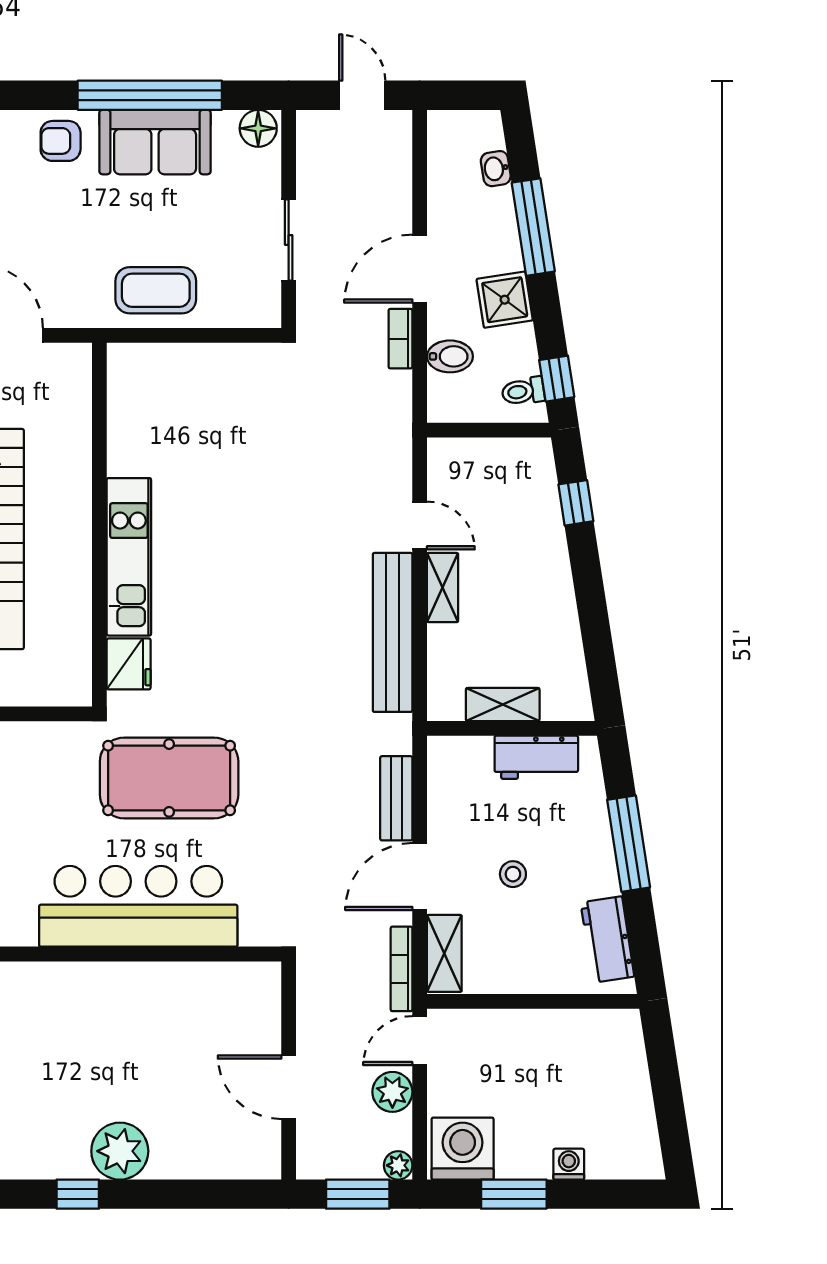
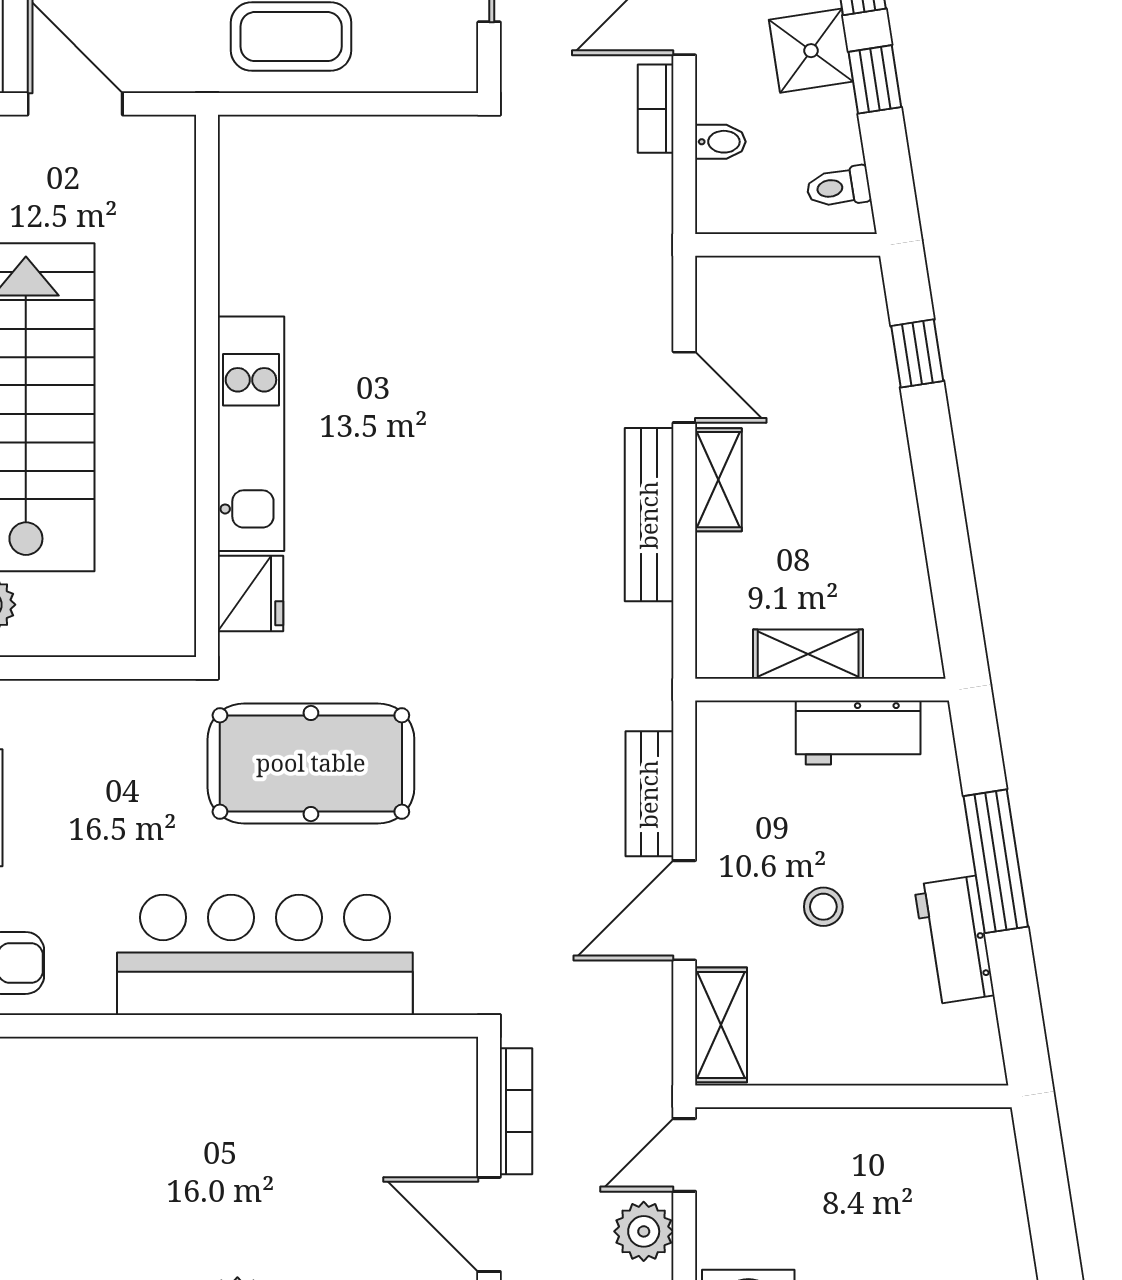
bidet: (450, 356) -> (720, 142), width x0.72, depth x0.74
window: (557, 379) -> (875, 79), moved
bench: (393, 632) -> (649, 515), width x0.73, depth x0.82
workbench: (607, 940) -> (954, 940), moved
bookcase: (402, 969) -> (516, 1111), moved, turned 180

